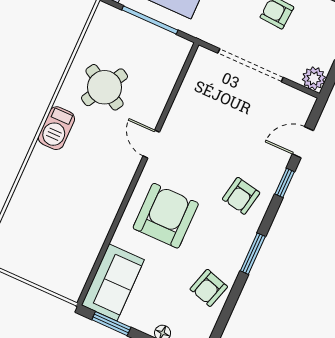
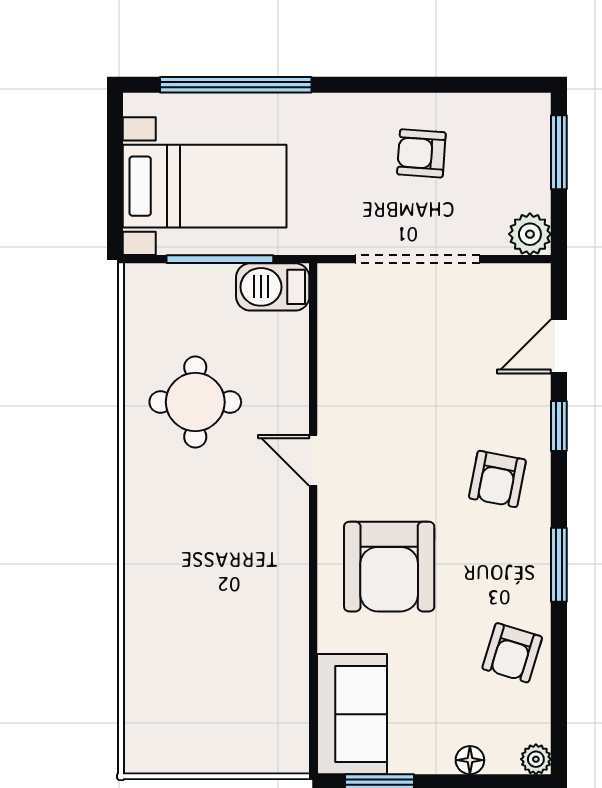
round table: (105, 87) -> (195, 402), turned -30
barbecue: (56, 128) -> (273, 287), moved, turned 90
armchair: (166, 216) -> (389, 567), turned 180

